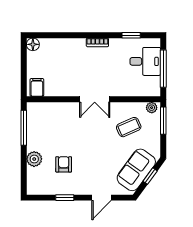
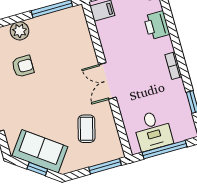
printer: (61, 47) -> (157, 25), added
desk: (145, 61) -> (153, 131), moved
plant: (152, 108) -> (116, 149), removed
coffee table: (129, 127) -> (87, 129), turned 39

